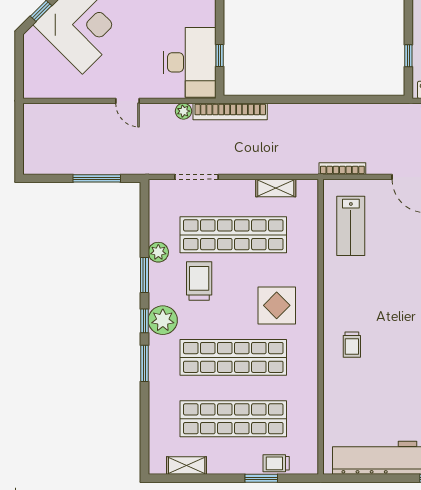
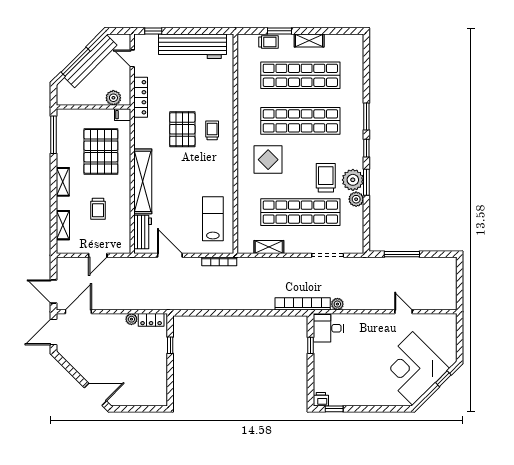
desk: (190, 62) -> (328, 328), width x0.53, depth x0.77
door: (127, 101) -> (404, 312), moved
trolley: (199, 281) -> (326, 178), turned 180
plant: (163, 320) -> (353, 180), moved
pallet: (392, 346) -> (182, 129), added
shelving: (187, 466) -> (309, 40), moved

